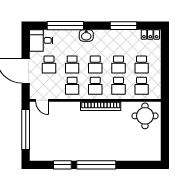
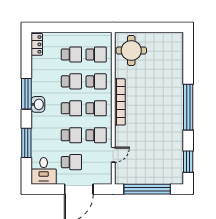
window: (65, 26) -> (26, 143), width x0.68
window: (123, 26) -> (26, 94), moved
washbasin: (86, 35) -> (38, 104), moved
door: (42, 100) -> (113, 155), moved
window: (62, 165) -> (188, 162), moved

